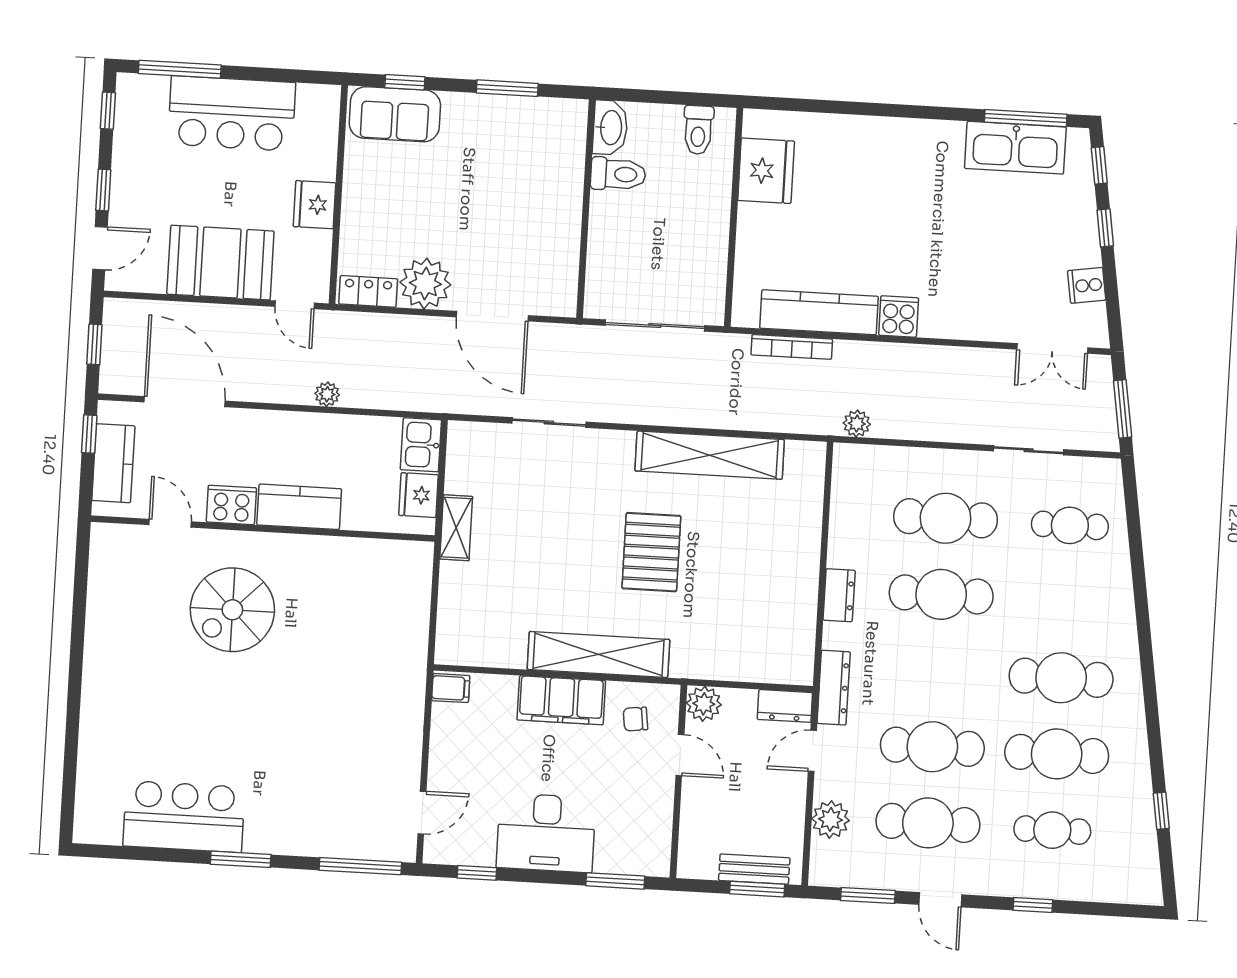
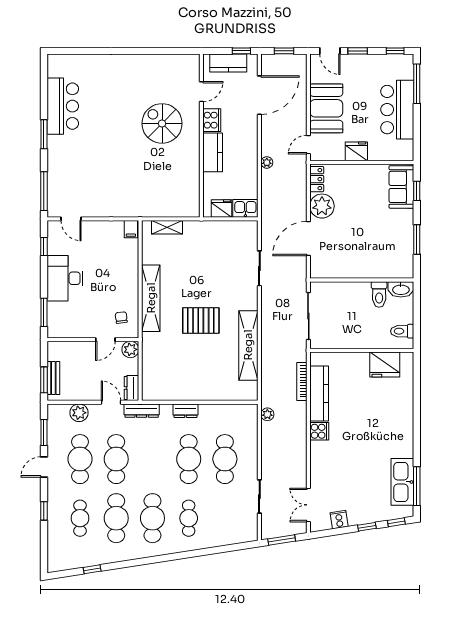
cafe table: (1070, 525) -> (189, 518), moved
shelving: (456, 528) -> (167, 227), moved
filing cabinet: (561, 700) -> (128, 282), removed

